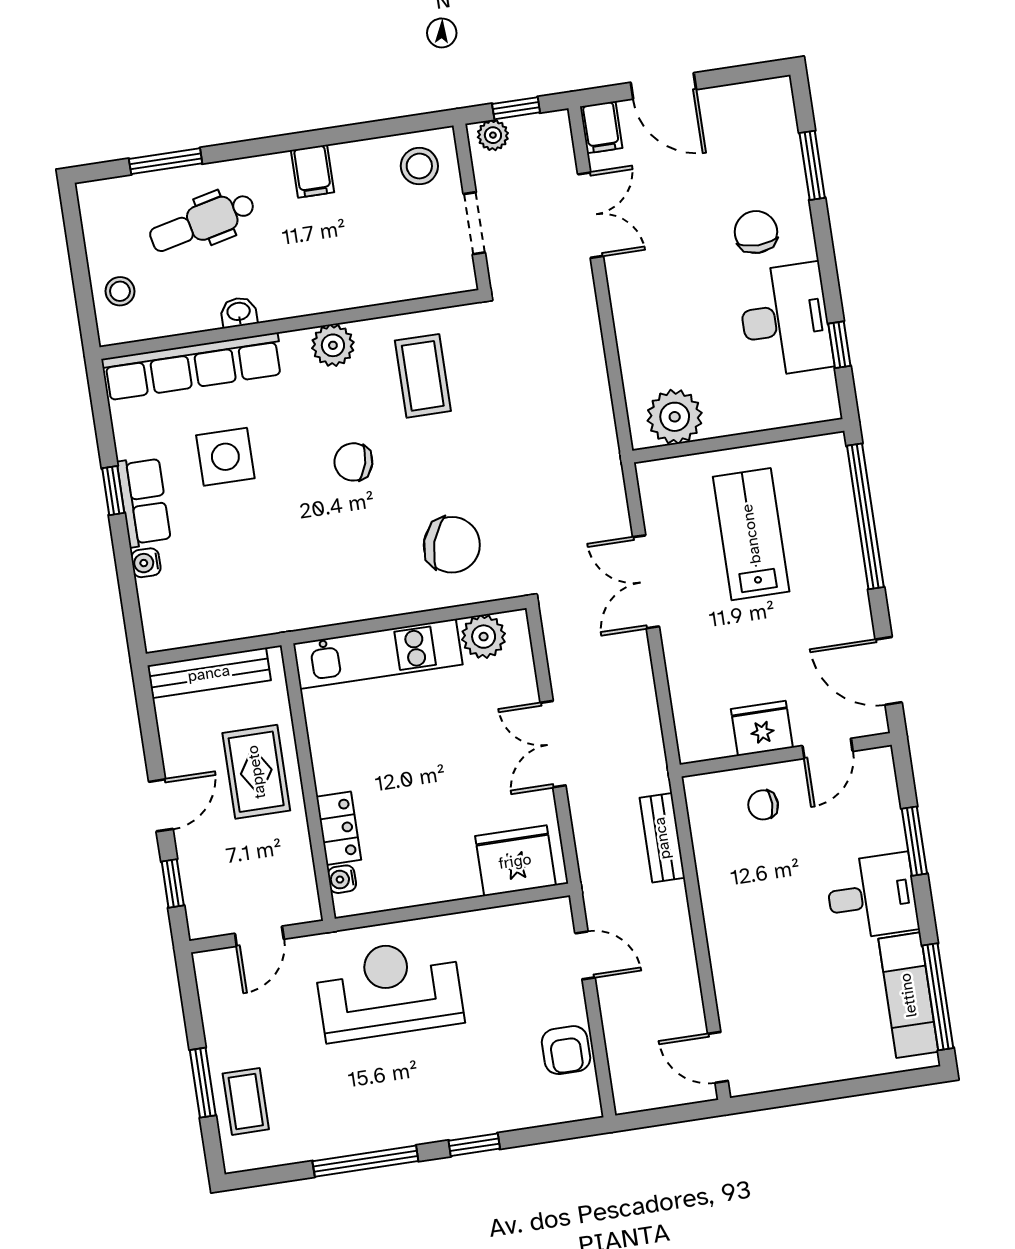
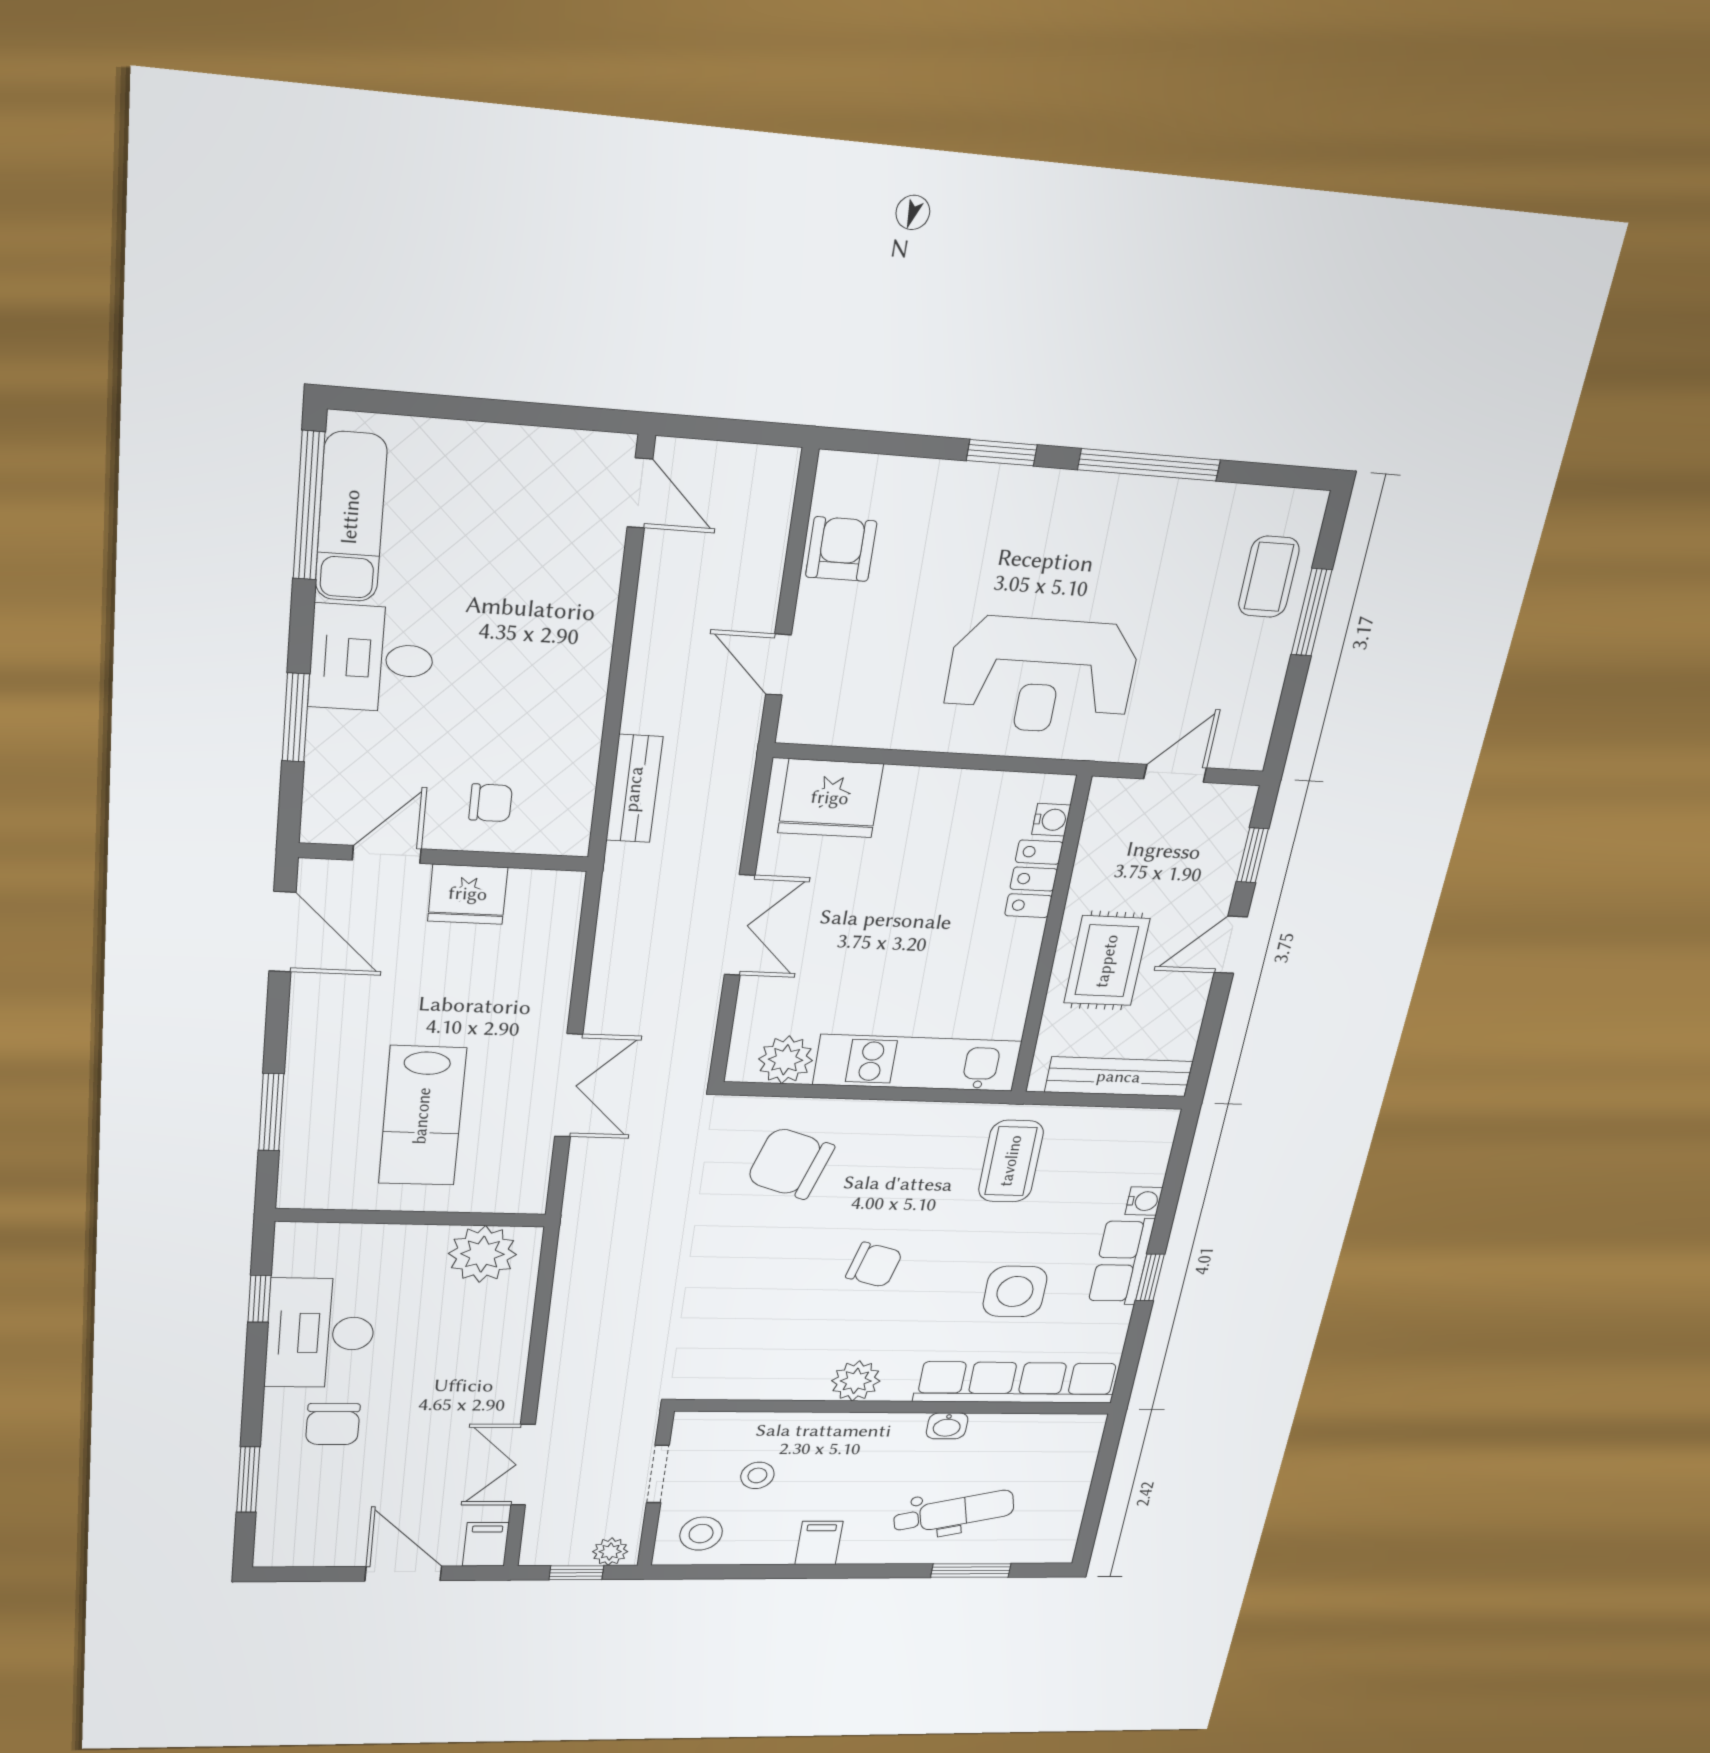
stool: (120, 291) -> (757, 1475), moved
coffee table: (423, 376) -> (1011, 1161), moved
window: (865, 516) -> (271, 1112), width x0.47

